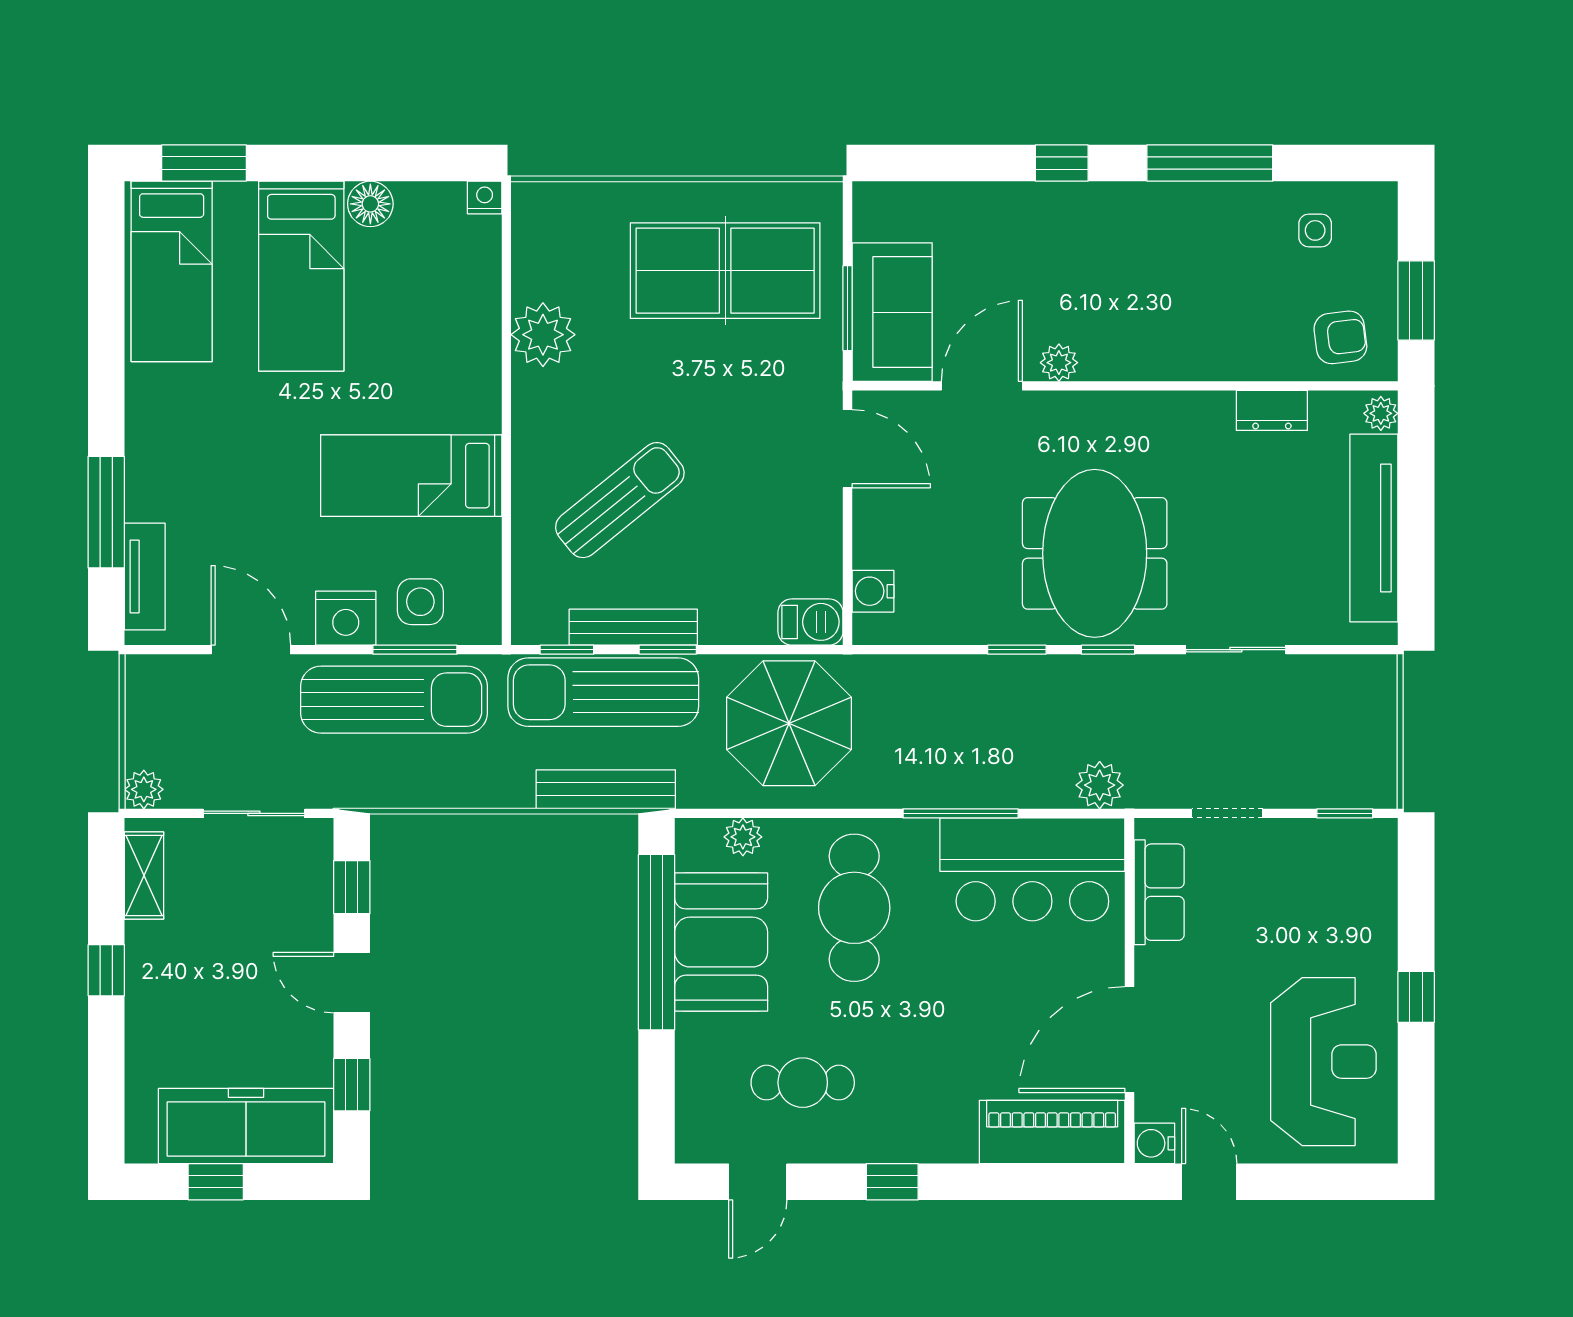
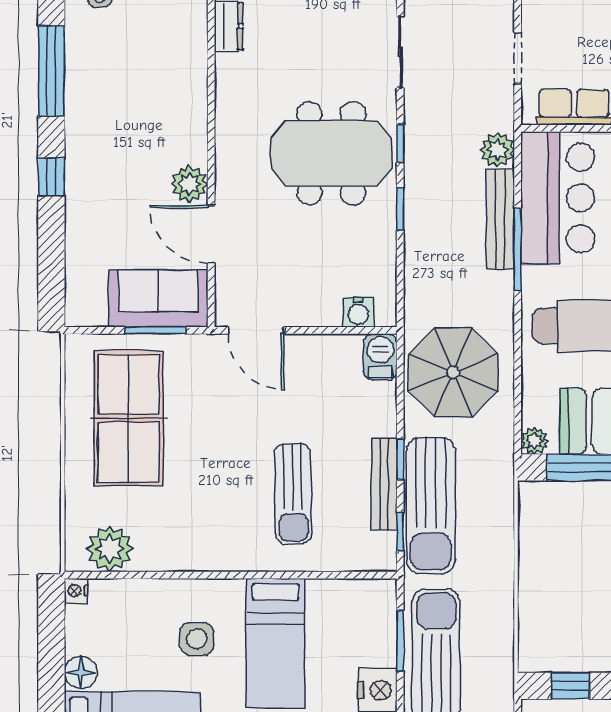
plant: (543, 335) -> (110, 549), moved
plant: (1059, 363) -> (189, 184), width x1.38, depth x1.38
door: (848, 449) -> (256, 330), swing flipped
sun lounger: (620, 500) -> (293, 494), turned -142
side table: (420, 602) -> (197, 639), moved
bench: (606, 789) -> (500, 219), moved
plant: (743, 837) -> (535, 441), moved

